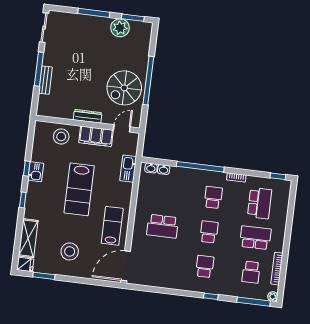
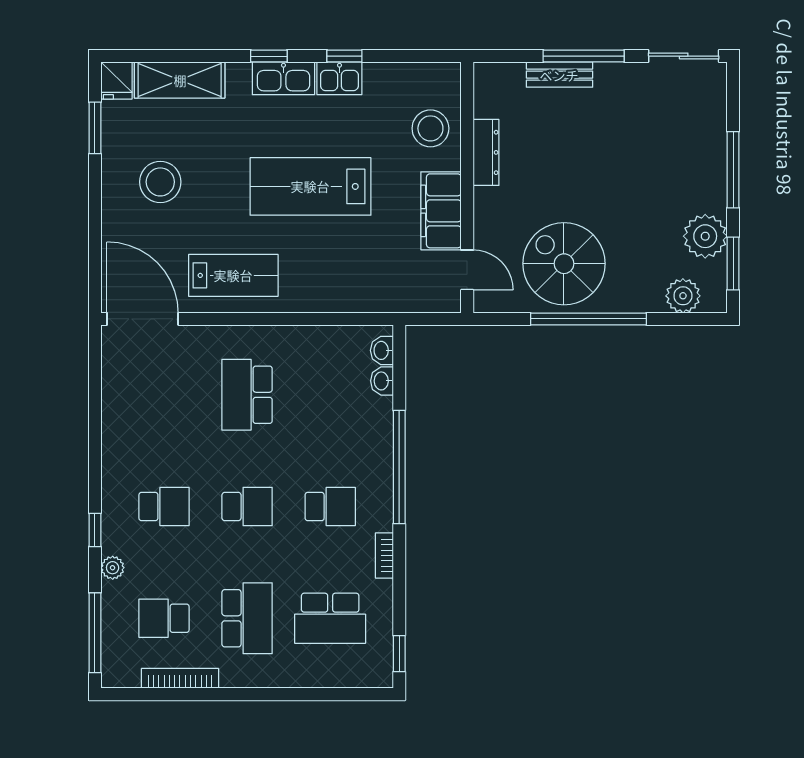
plant: (144, 40) -> (683, 296), added
dresser: (88, 116) -> (486, 152), moved
kitchen sink: (128, 169) -> (283, 78), moved, turned 180
plant: (273, 297) -> (113, 568), moved

